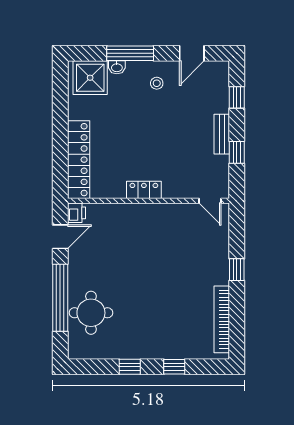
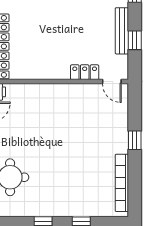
bench: (222, 134) -> (122, 31), width x1.36
locker: (144, 190) -> (85, 72), moved

